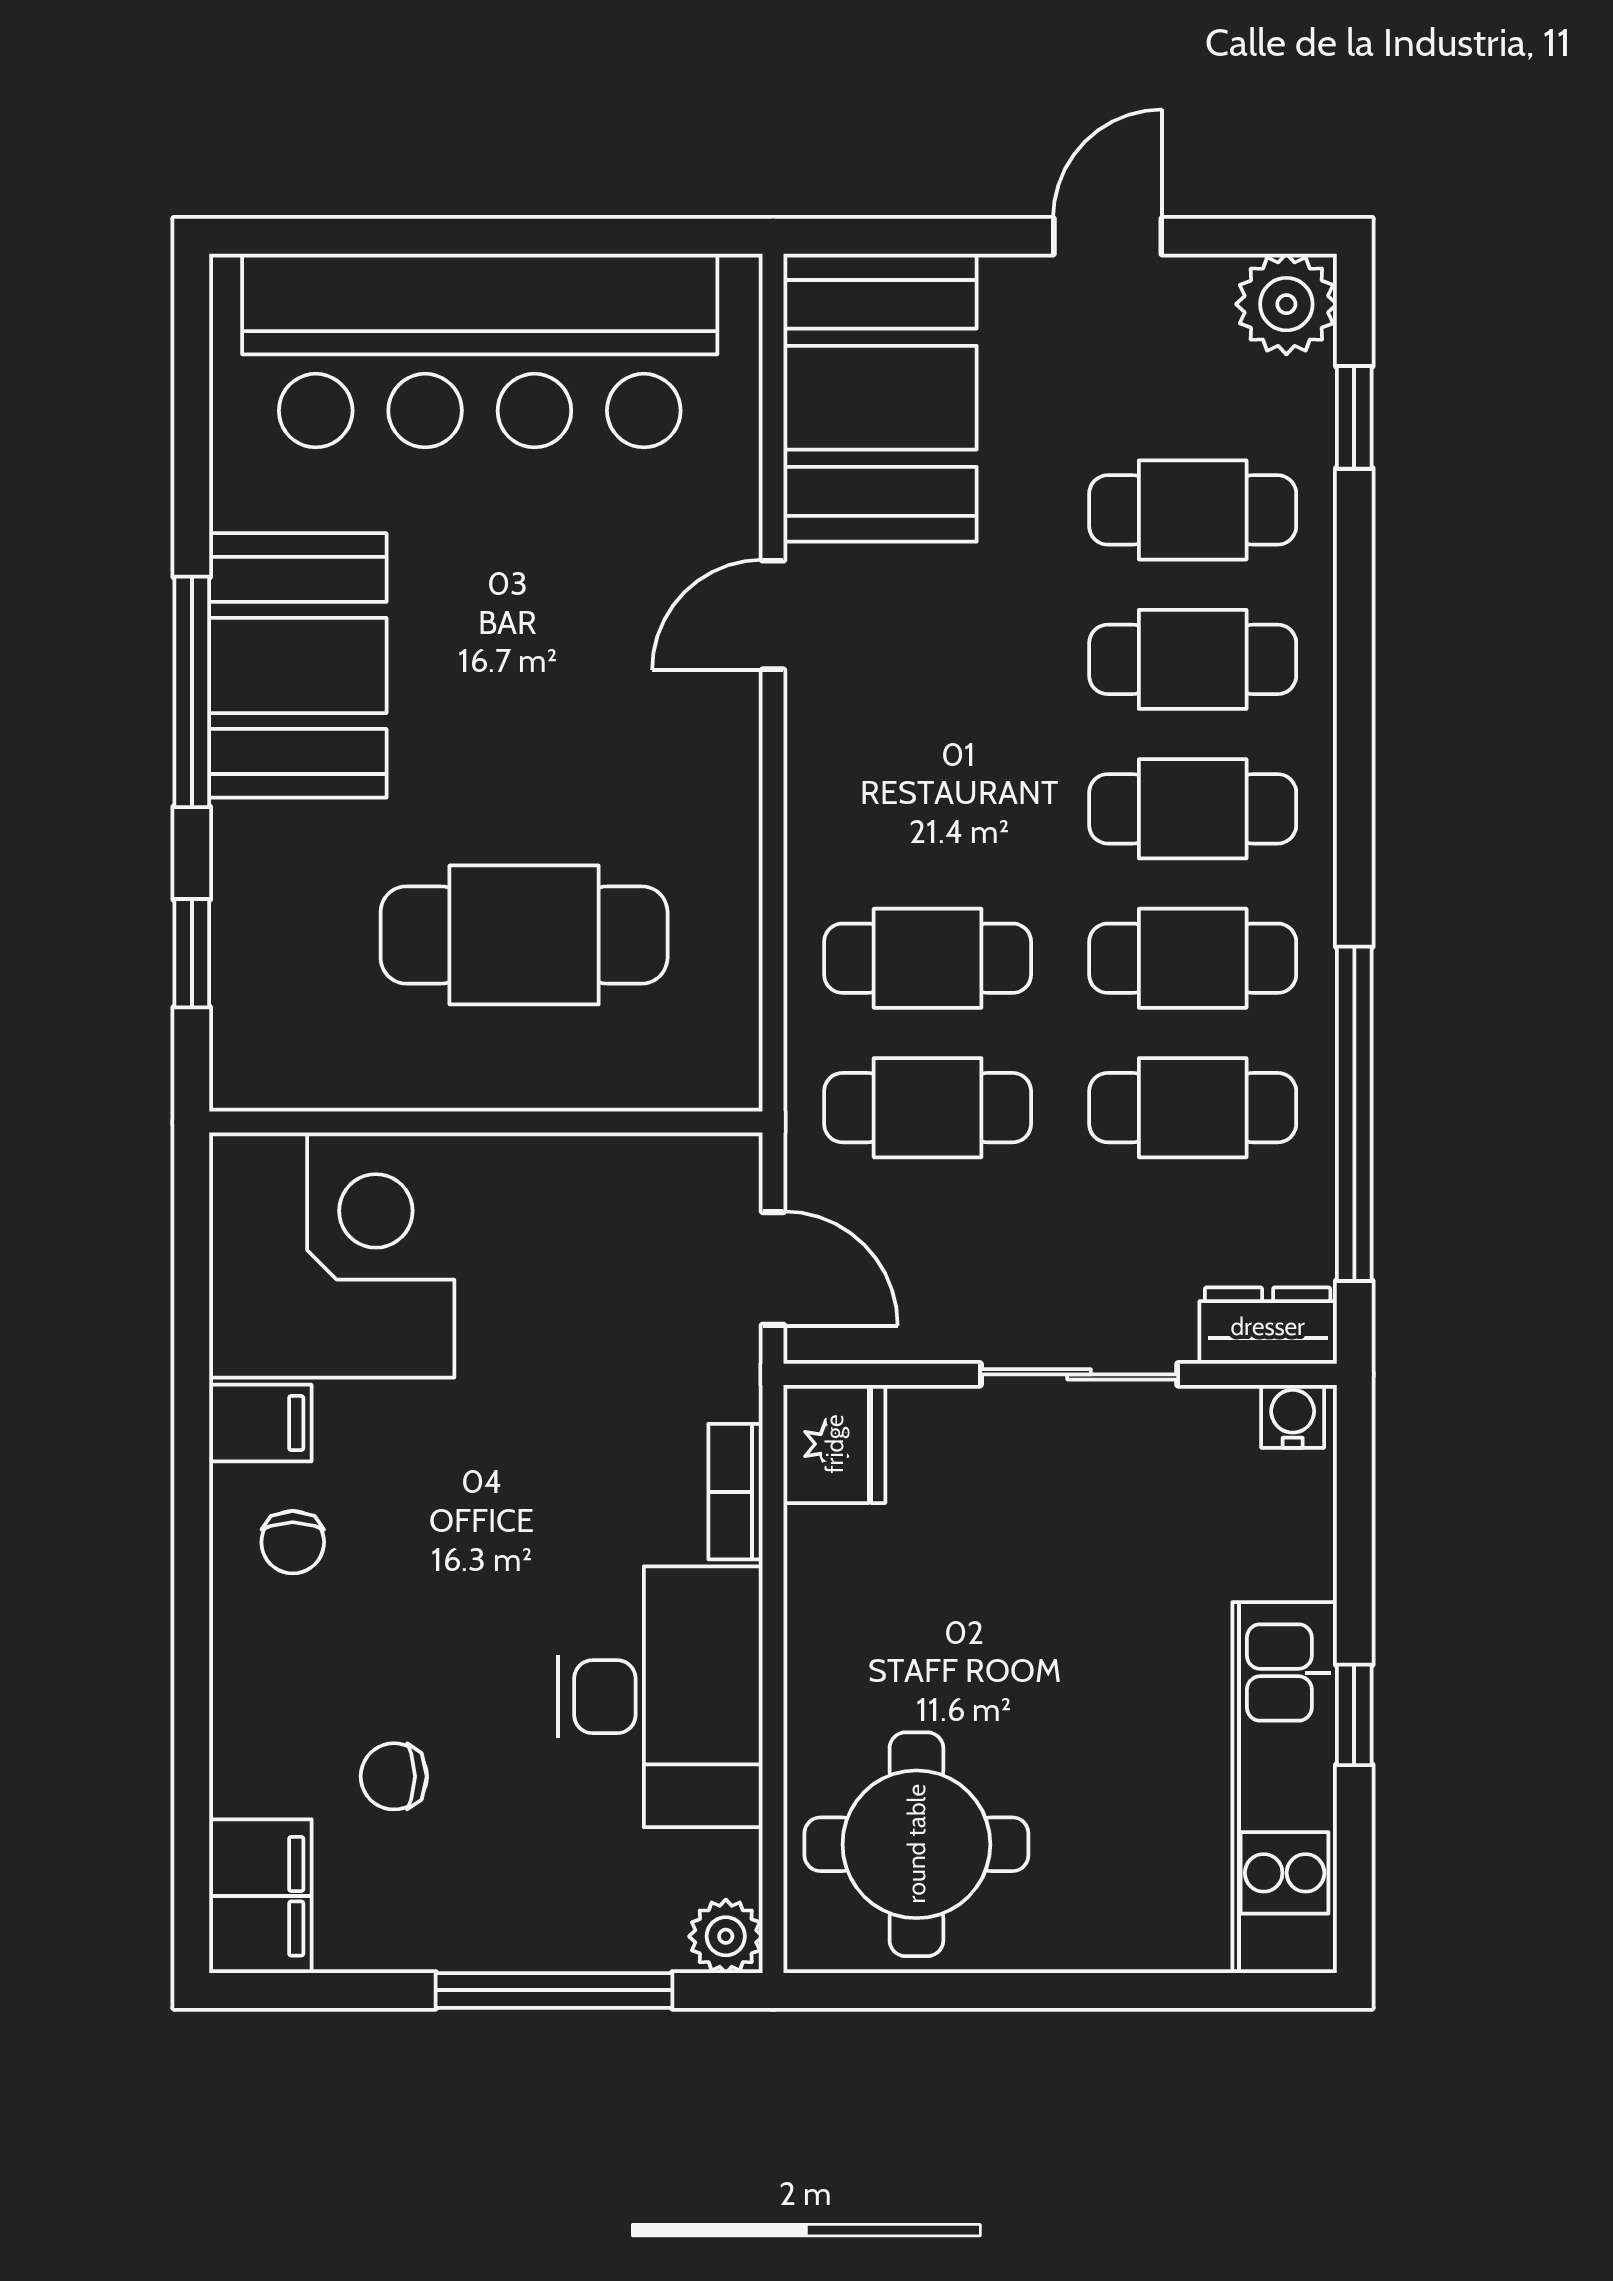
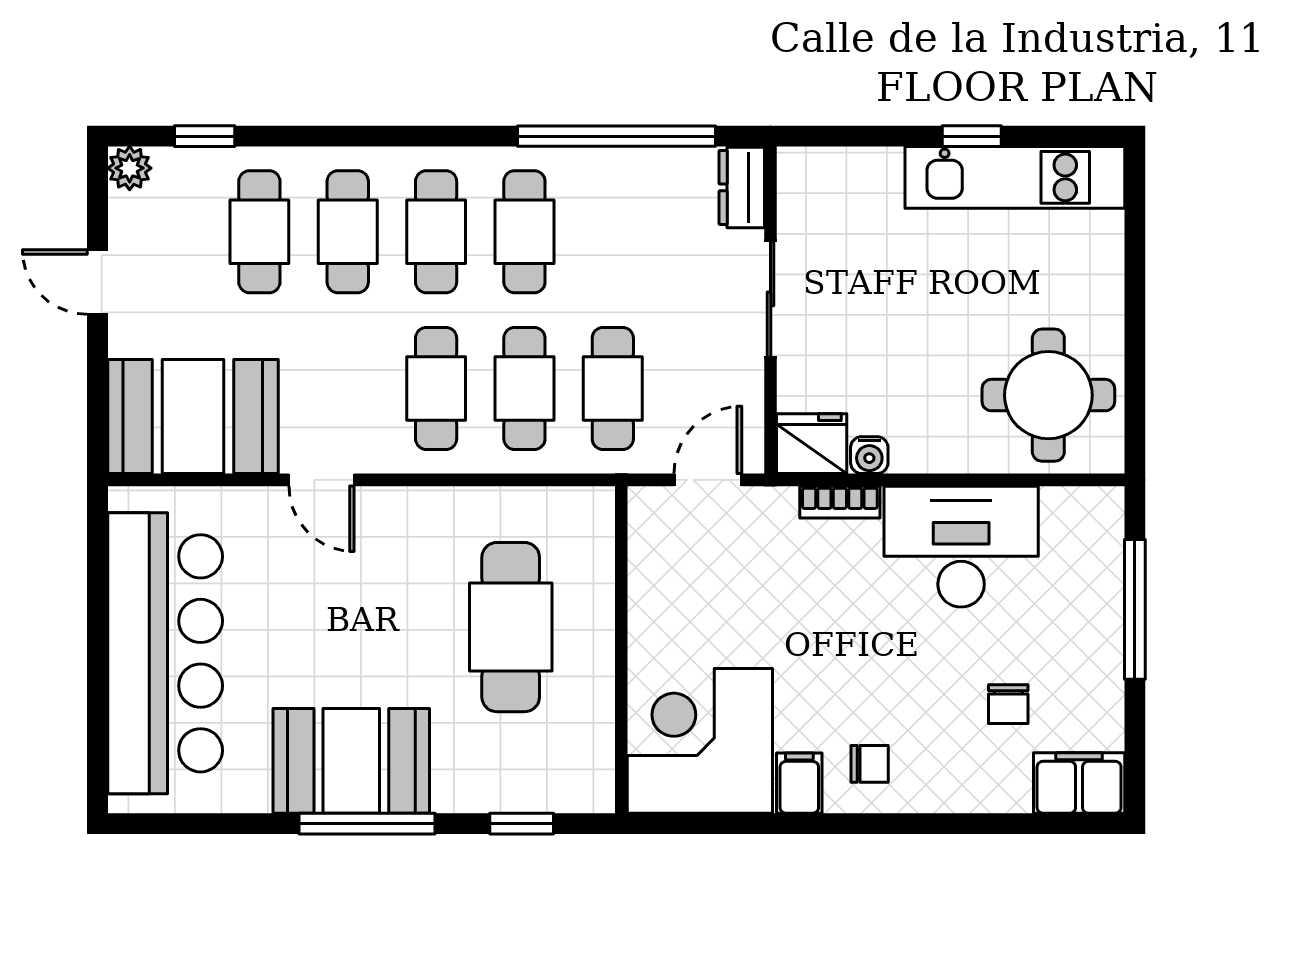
plant: (1286, 304) -> (130, 168), width x0.73, depth x0.73
cafe table: (1193, 1108) -> (436, 388), moved
water cooler: (1293, 1416) -> (869, 455), moved, turned -90
plant: (726, 1936) -> (1103, 508), removed

